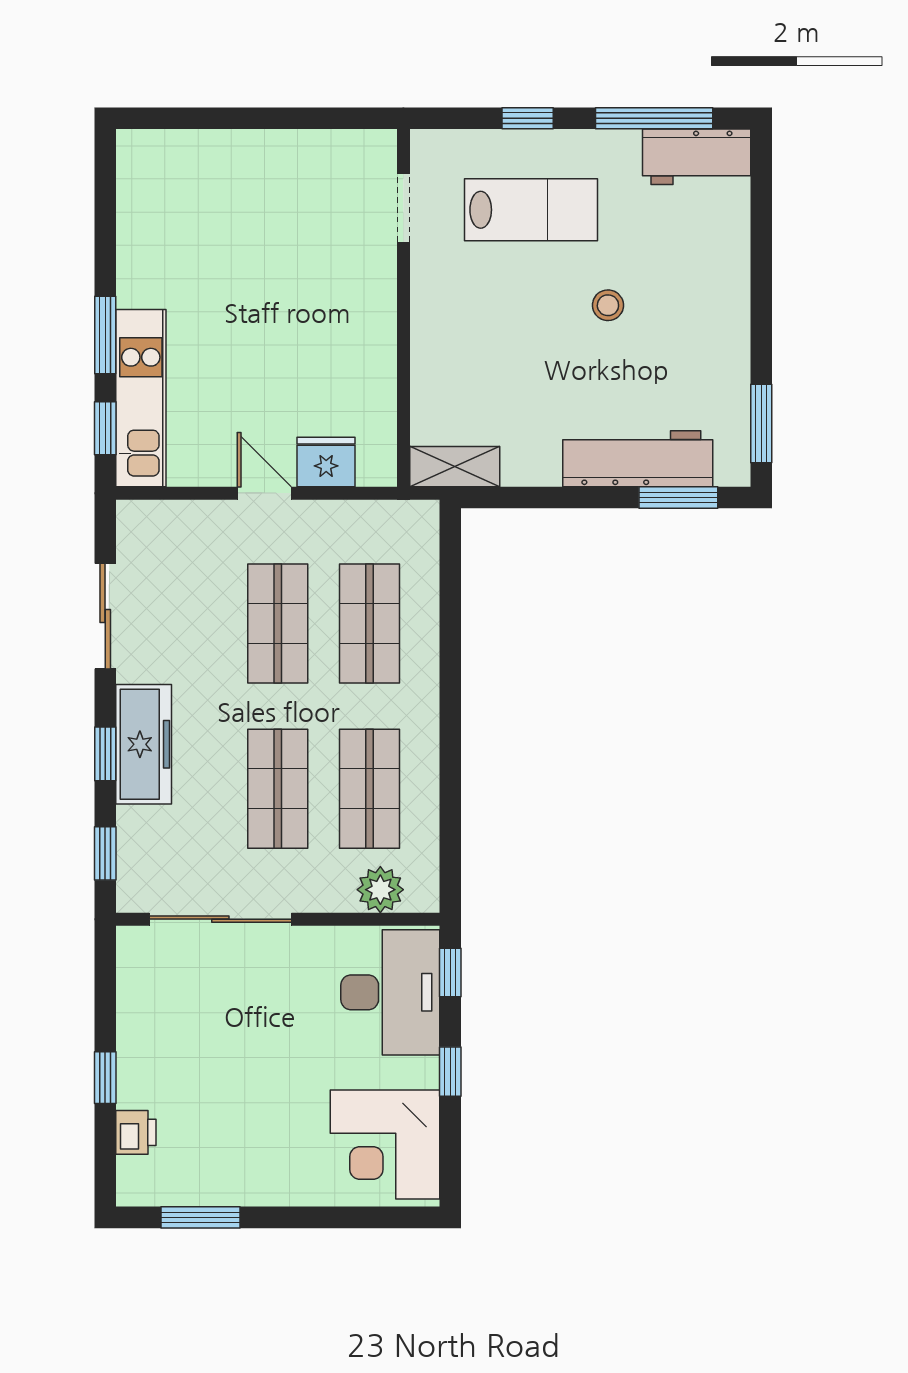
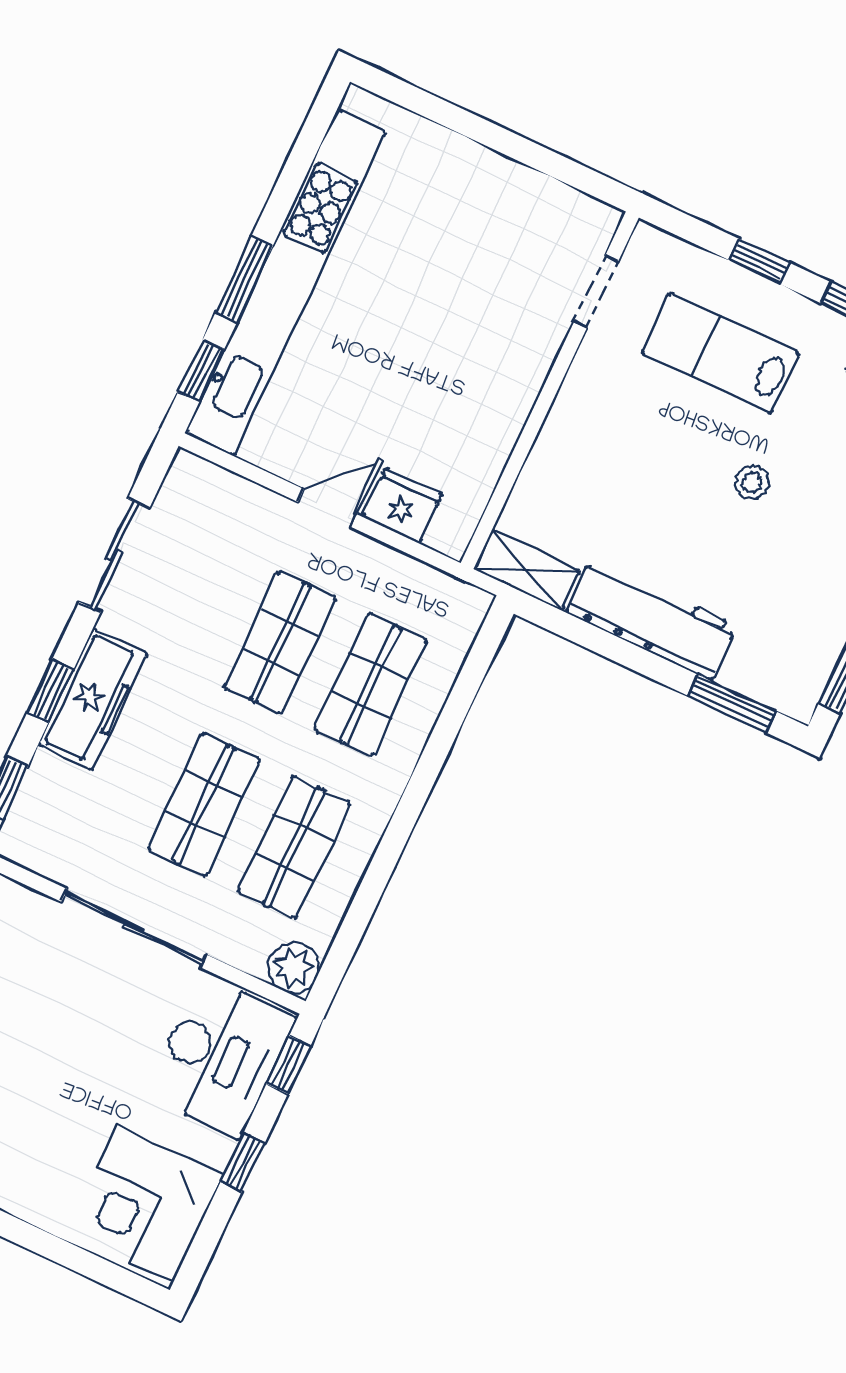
lab bench: (531, 210) -> (720, 353), turned 180
kitchen unit: (141, 398) -> (285, 283), width x1.86
workbench: (638, 459) -> (651, 619), moved
door: (264, 493) -> (327, 508), hinge flipped
plant: (380, 890) -> (294, 968), moved
sliding door: (220, 919) -> (134, 928), moved

